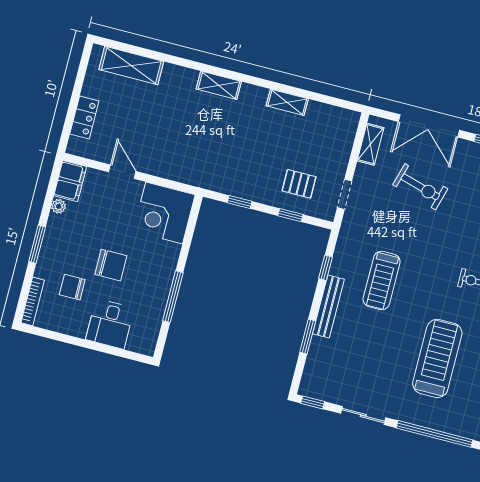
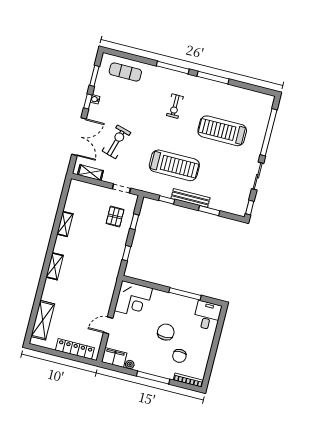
locker: (84, 117) -> (75, 349), width x1.53
window: (37, 244) -> (153, 378), width x1.44
treadmill: (382, 280) -> (174, 165), width x1.37, depth x1.38
desk: (110, 324) -> (207, 316), moved, turned -90

